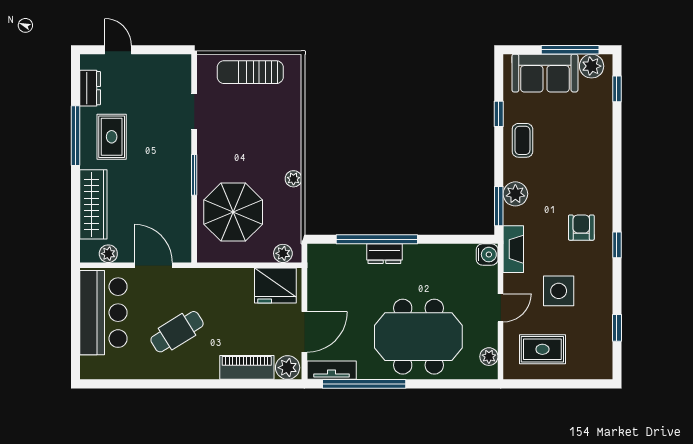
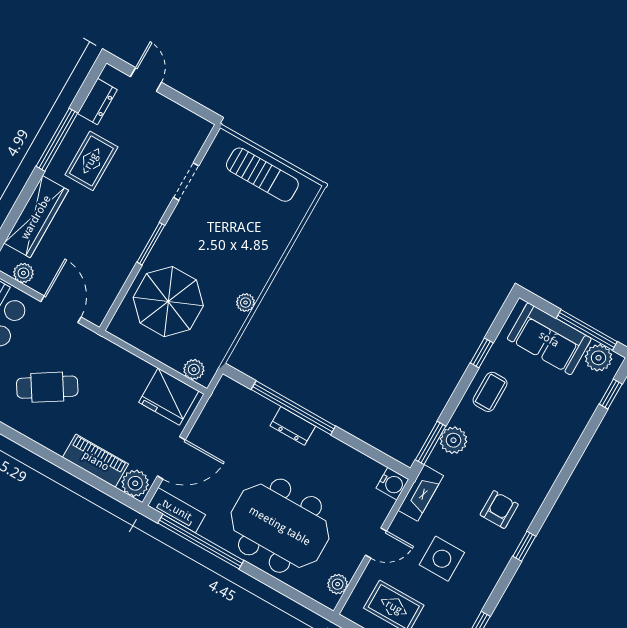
sun lounger: (250, 72) -> (262, 175), turned 180

